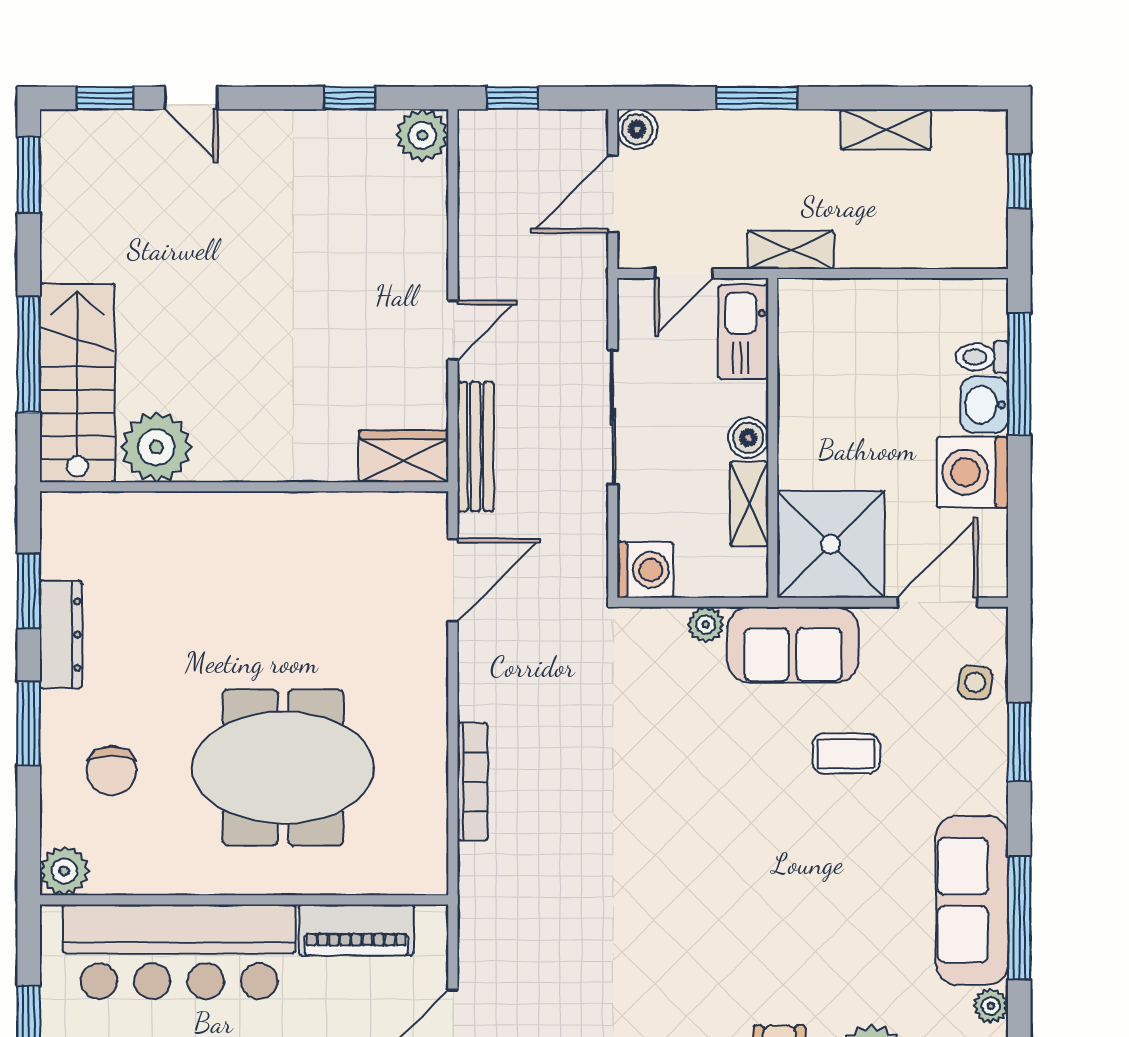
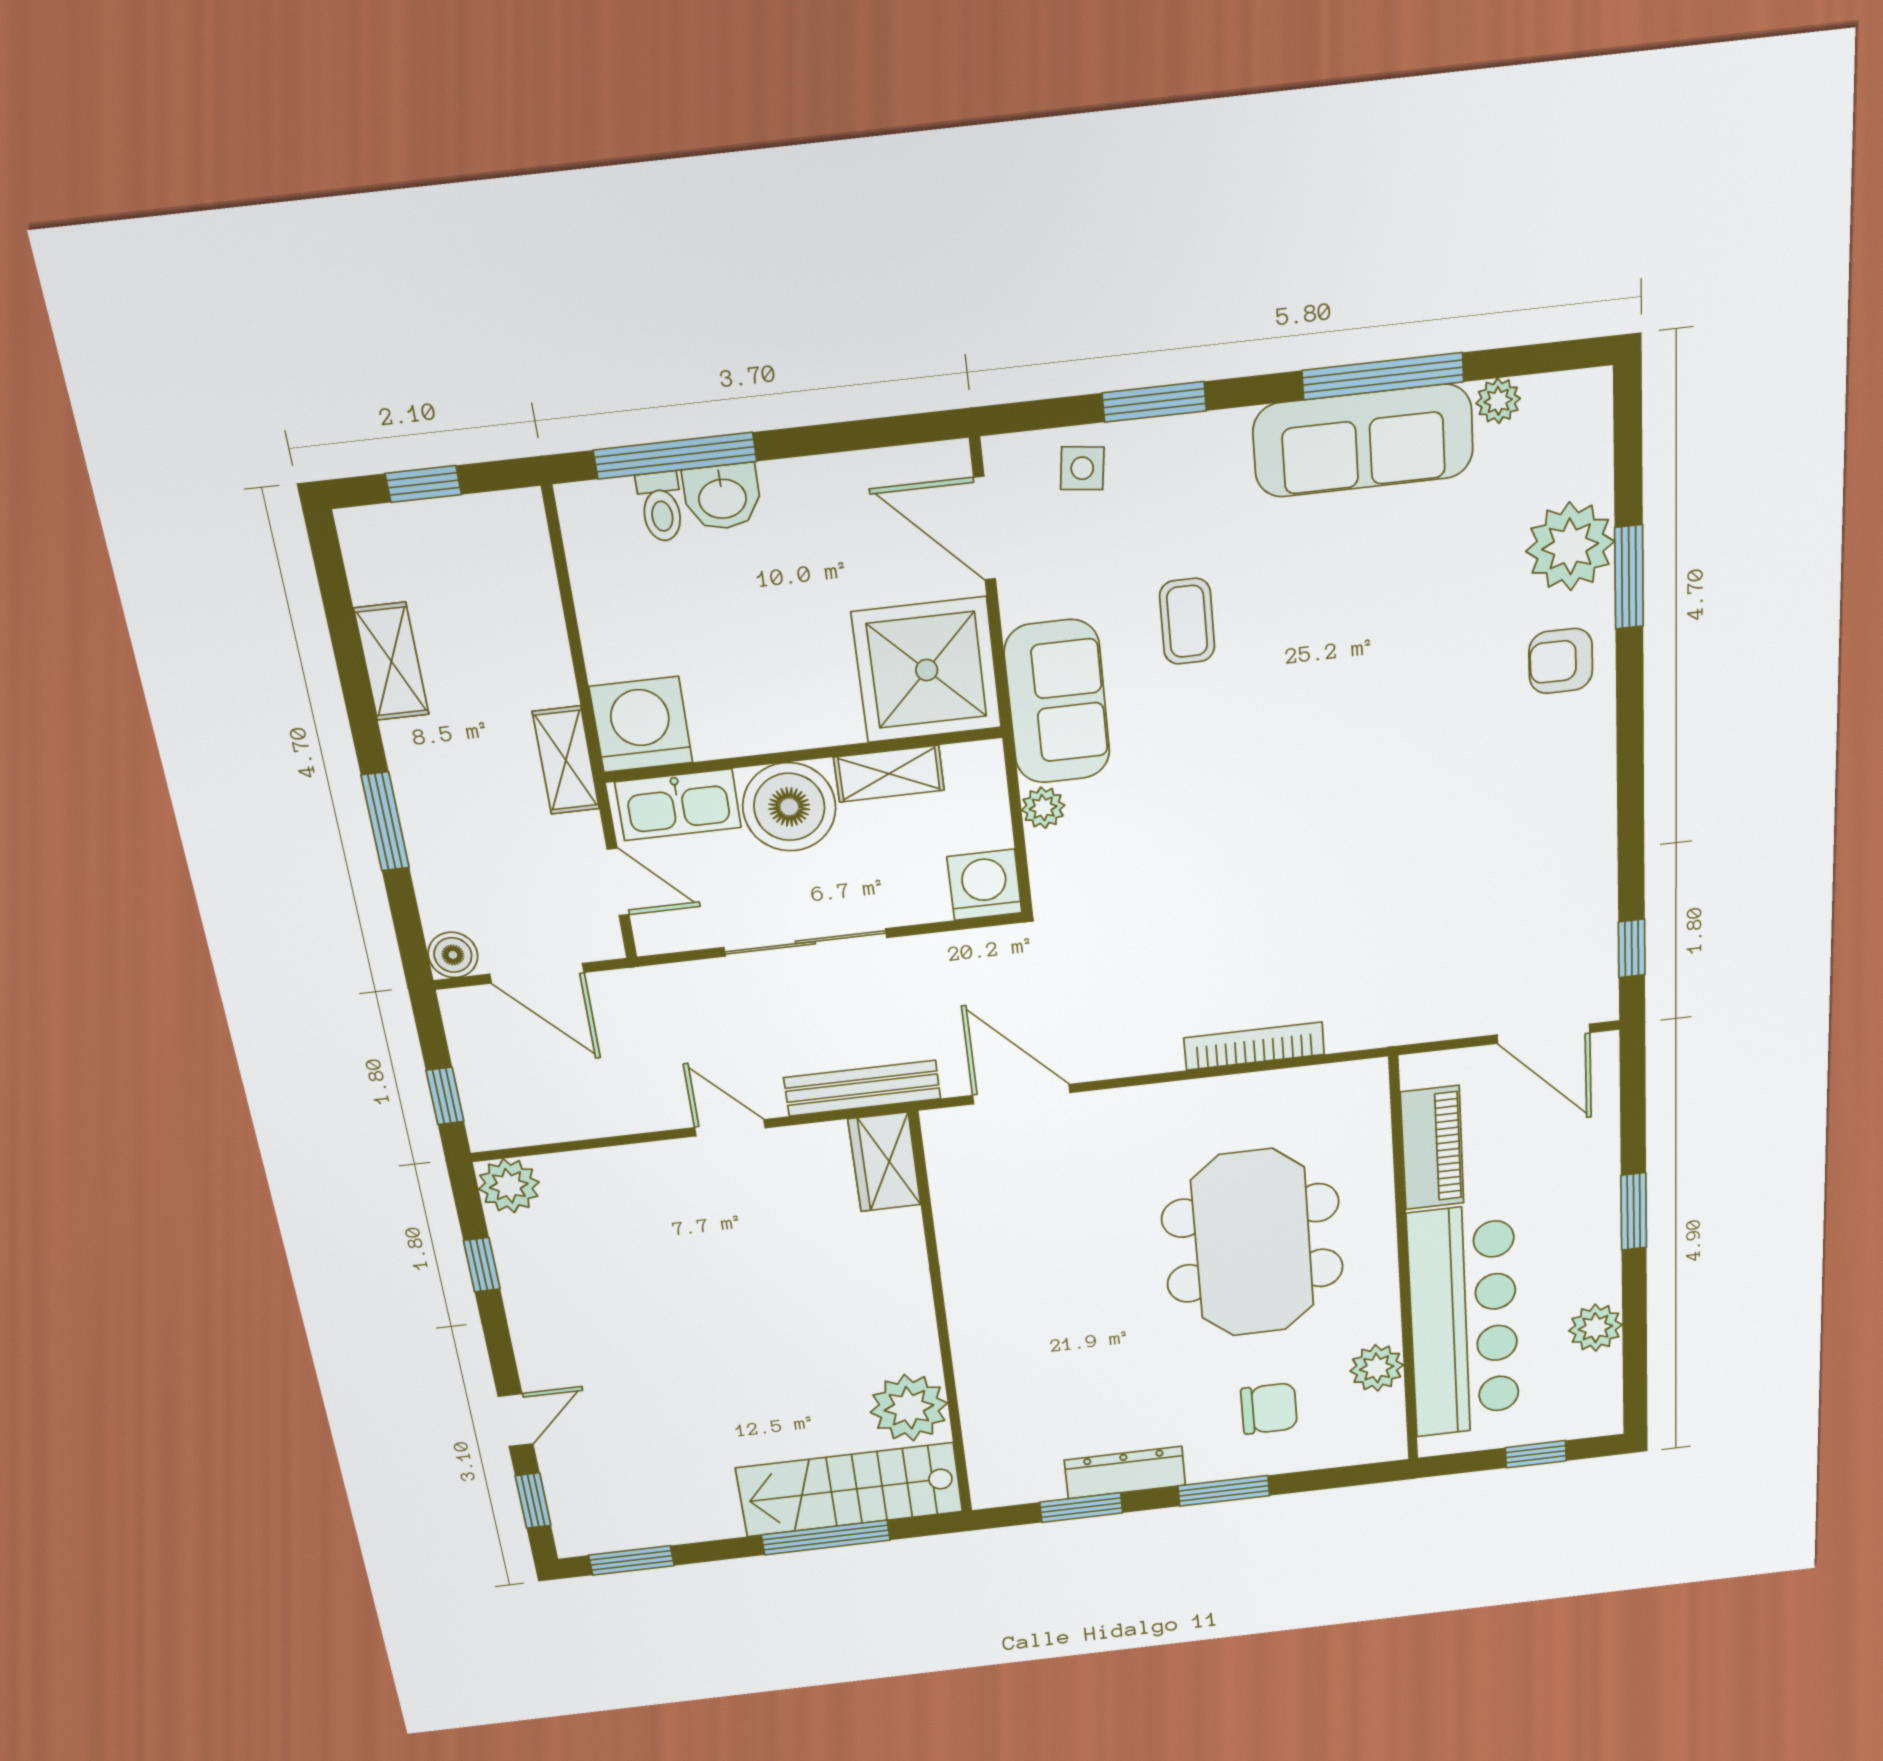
boiler: (748, 438) -> (789, 807), width x1.86, depth x1.86
washing machine: (972, 472) -> (641, 725), moved, turned 180
plant: (64, 871) -> (1377, 1368), moved

